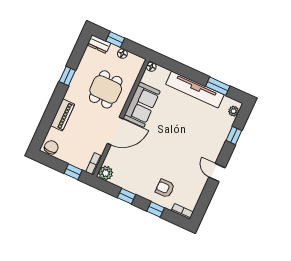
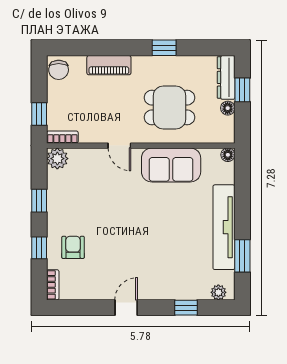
dresser: (99, 44) -> (226, 77), width x1.44
door: (115, 131) -> (119, 146), width x0.53
chair: (51, 147) -> (59, 70), turned 90

